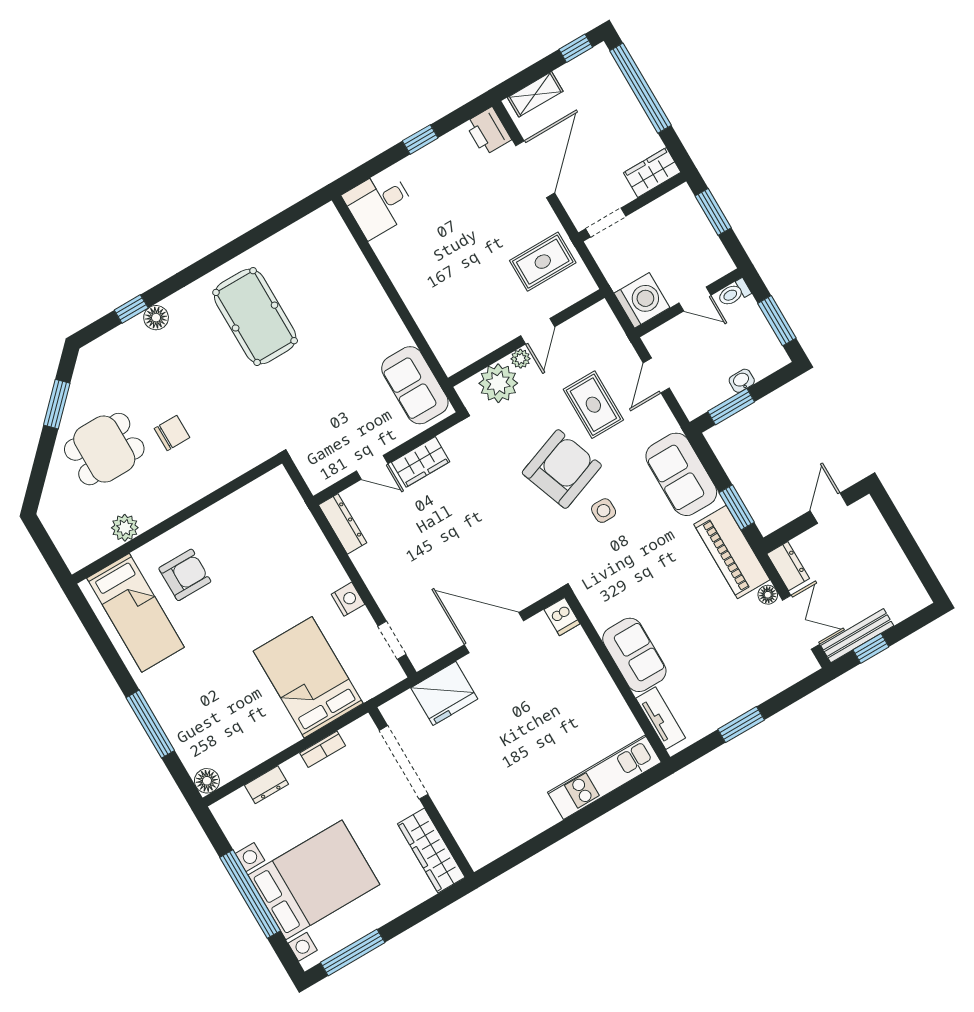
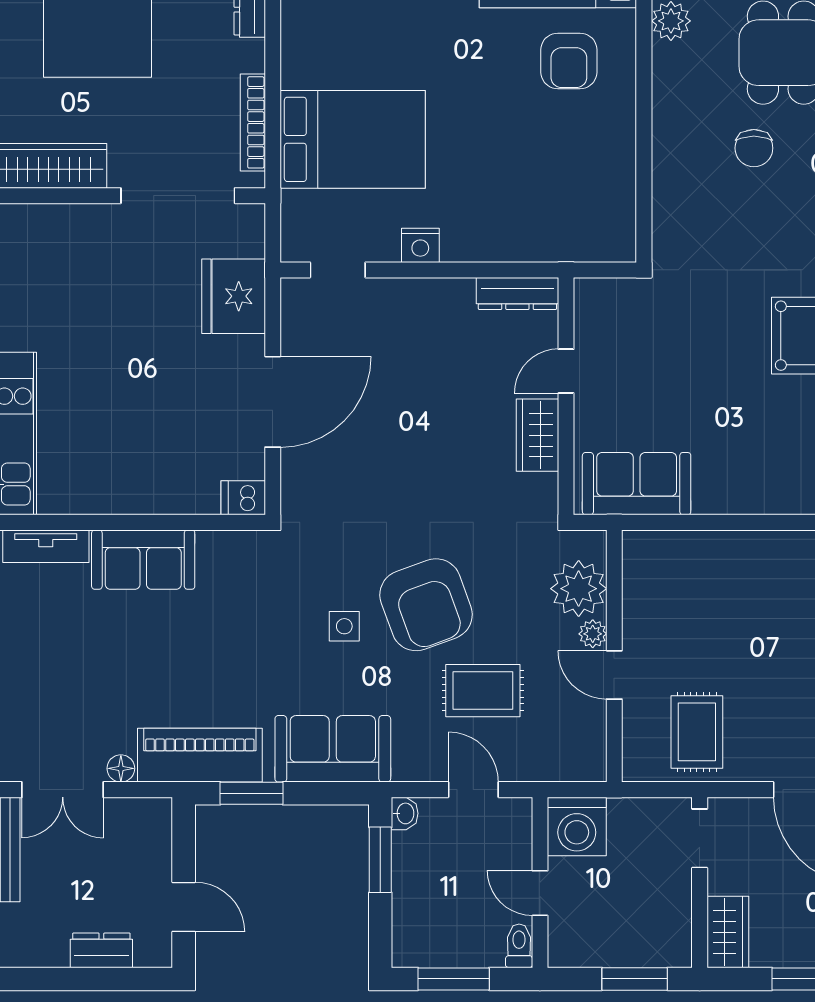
door: (695, 299) -> (540, 893), hinge flipped
washbasin: (742, 381) -> (405, 813), moved
dresser: (788, 566) -> (101, 950), moved, turned 180
bookcase: (323, 749) -> (253, 122), width x1.56

